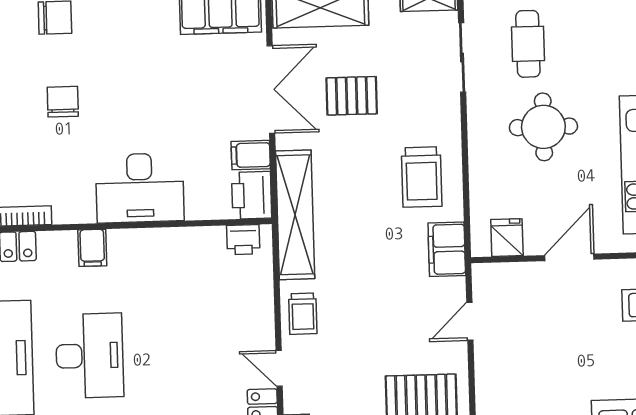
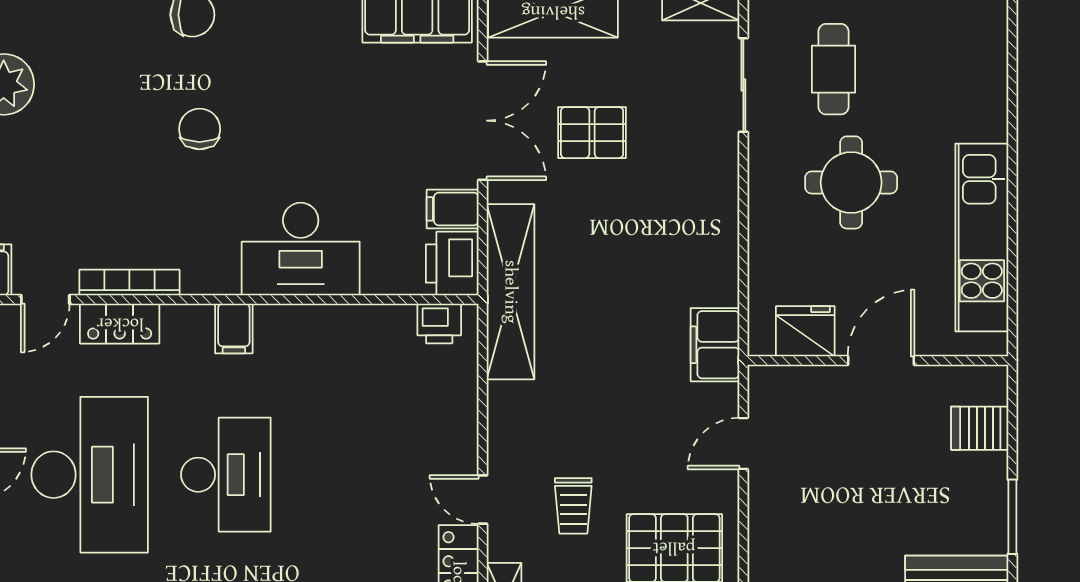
trolley: (422, 177) -> (684, 246), removed
fridge: (507, 238) -> (805, 331), width x1.38
trolley: (303, 314) -> (573, 506), moved

